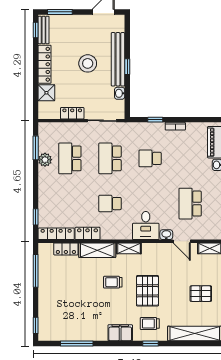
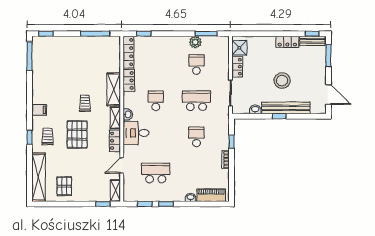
locker: (45, 64) -> (287, 42), width x0.66
shower: (46, 93) -> (239, 48), moved
school desk: (70, 158) -> (196, 65), width x0.54
washbasin: (166, 235) -> (128, 114), moved
locker: (66, 249) -> (115, 141), moved
pallet: (147, 291) -> (77, 135), turned 90
pallet: (201, 294) -> (64, 186), moved
filing cabinet: (120, 333) -> (39, 110), width x0.50
window: (77, 343) -> (30, 56), moved

